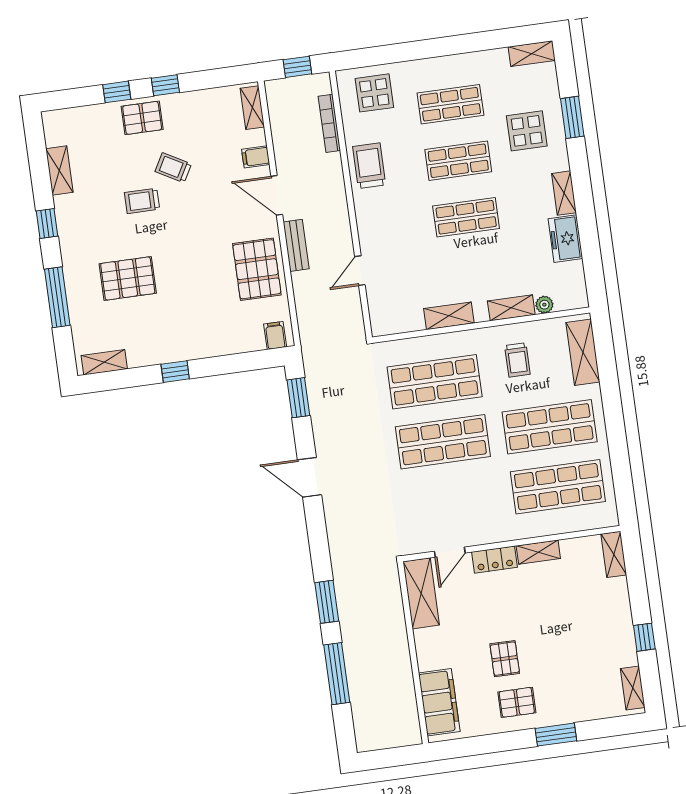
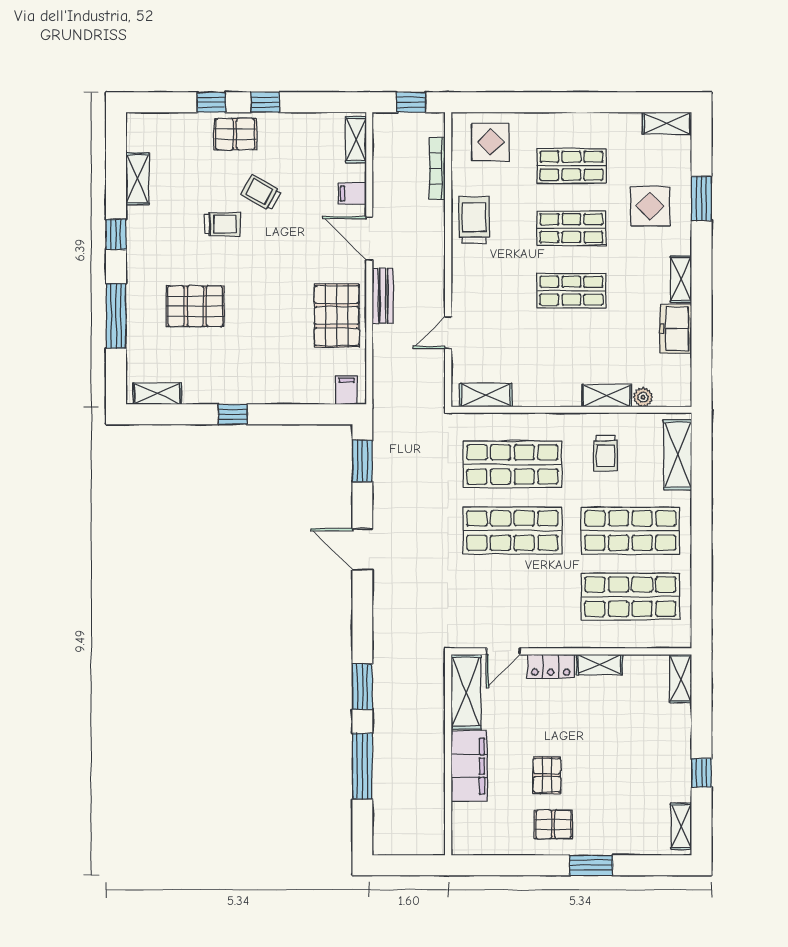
trolley: (142, 201) -> (222, 224), turned 180
shelving: (449, 316) -> (486, 395), moved
filing cabinet: (439, 702) -> (469, 766), moved

